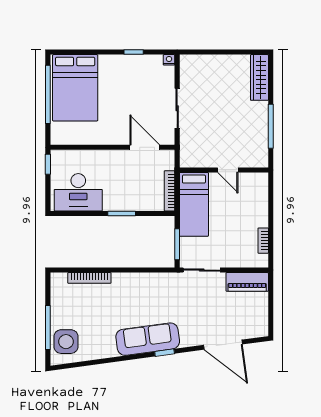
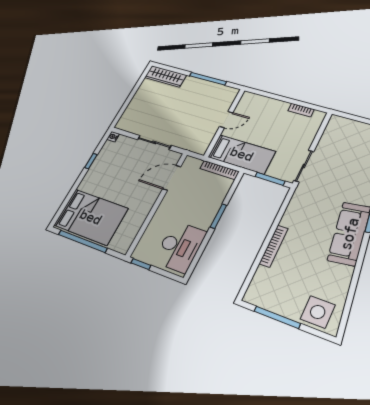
bookcase: (89, 278) -> (274, 246), moved
piano: (247, 282) -> (333, 133), removed
window: (48, 328) -> (277, 317), moved

